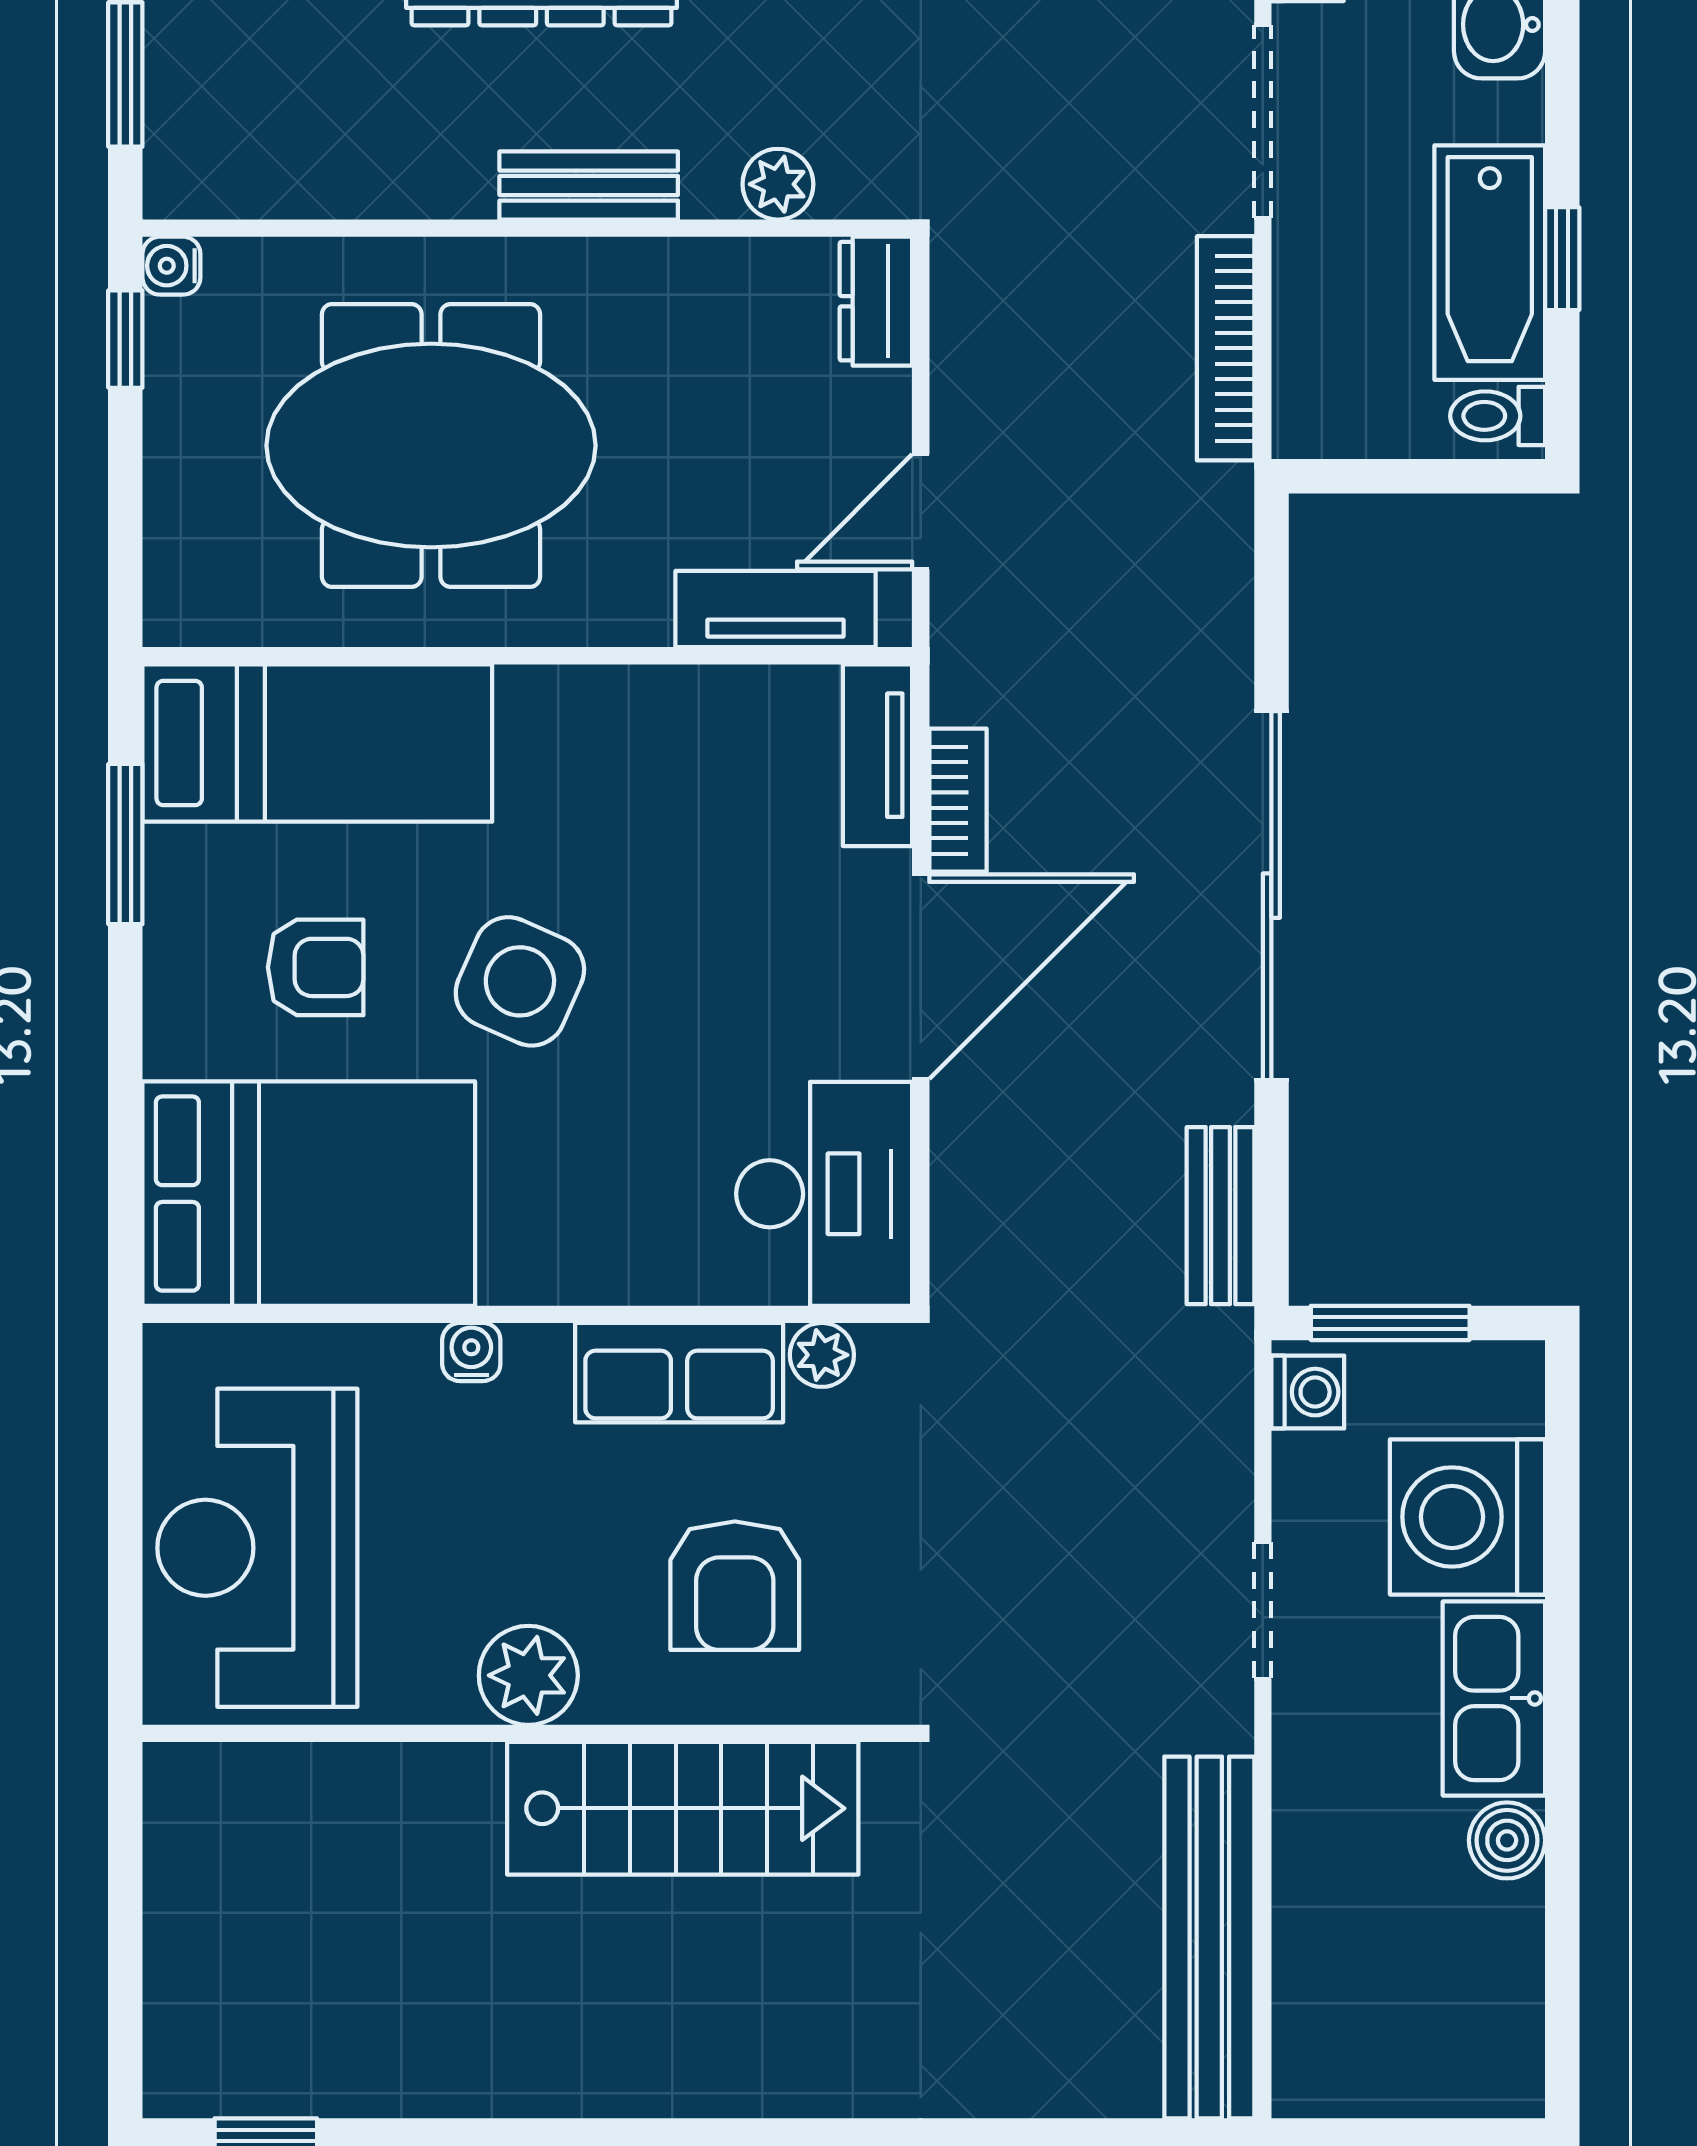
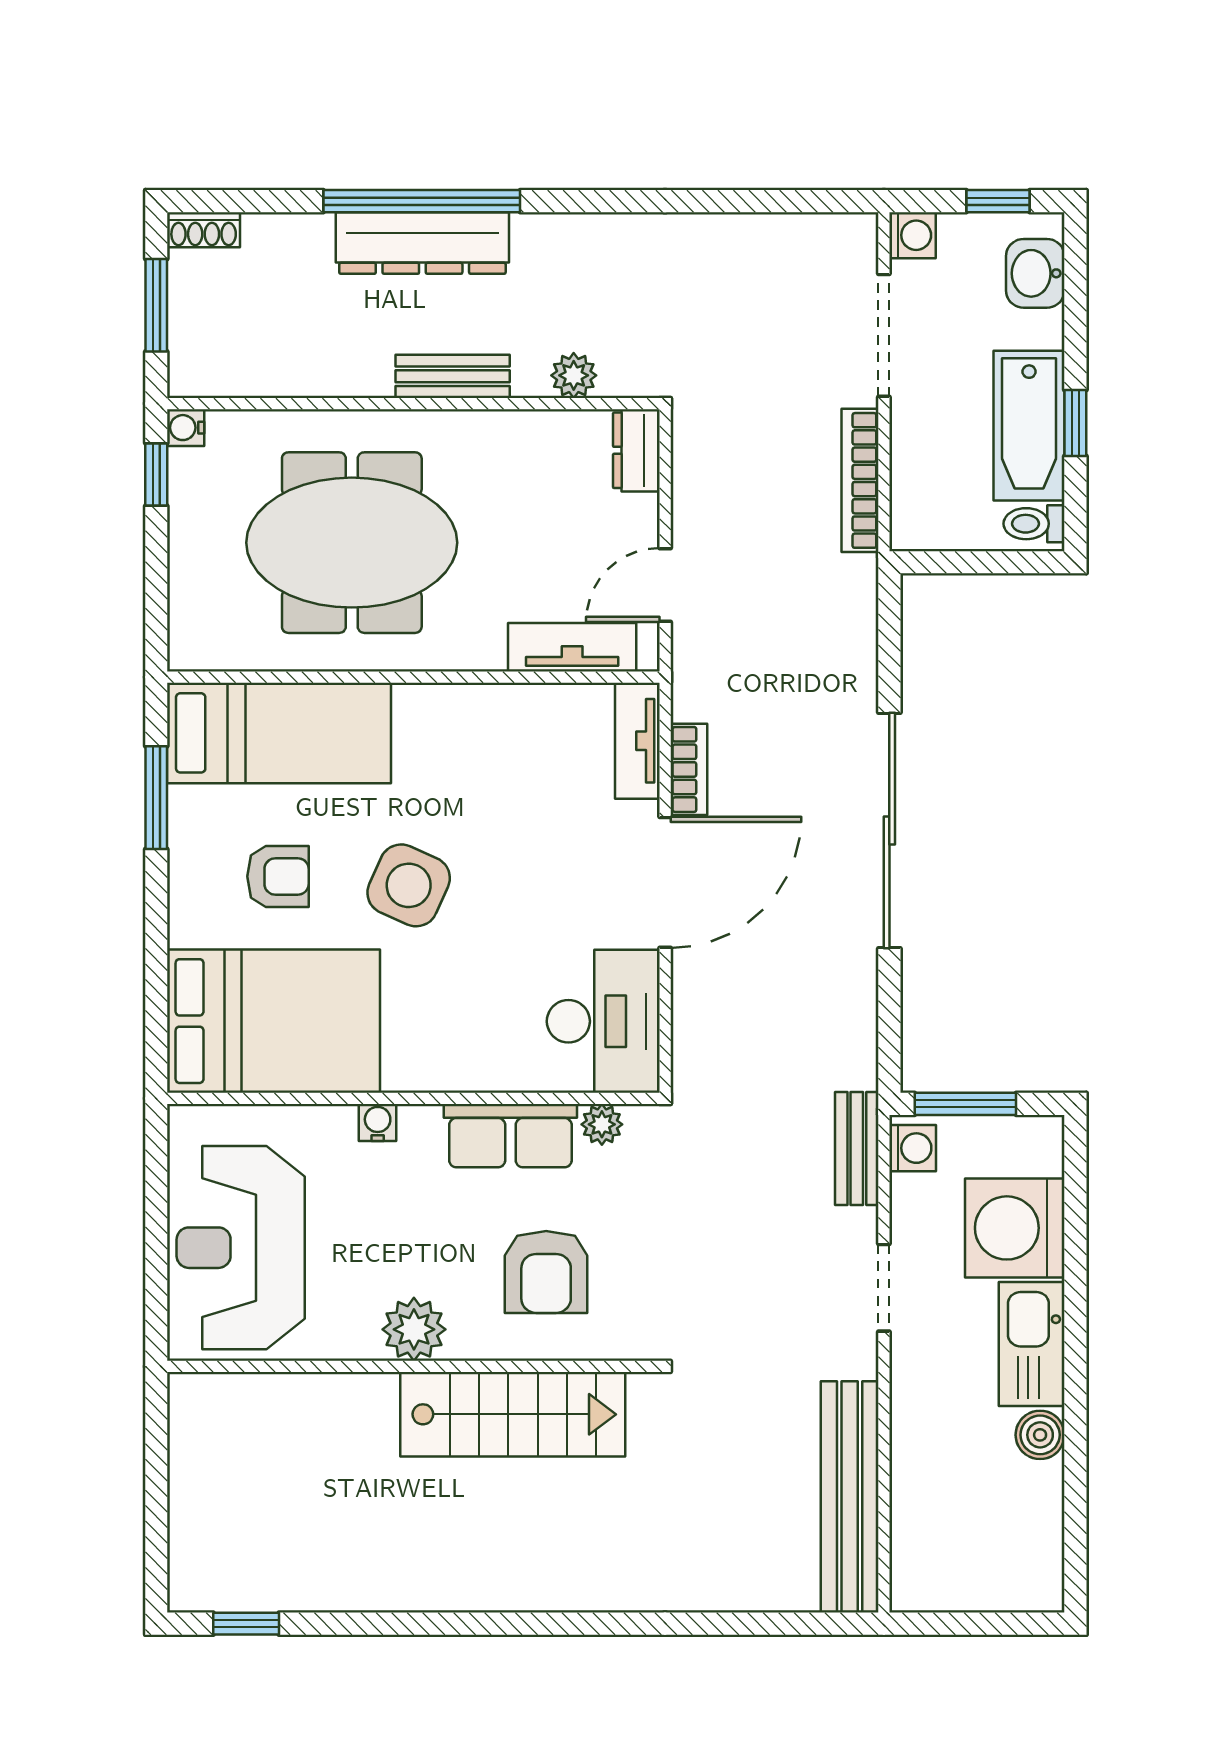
bench: (1221, 1216) -> (857, 1149), moved

